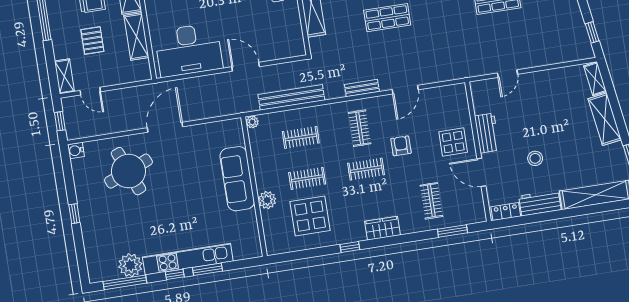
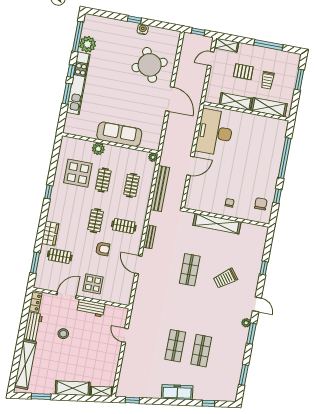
water cooler: (76, 151) -> (143, 29), moved
wardrobe: (383, 228) -> (50, 234), moved

